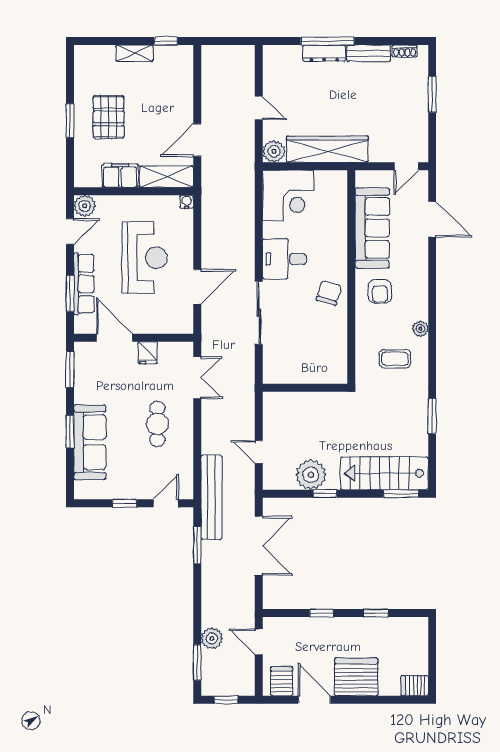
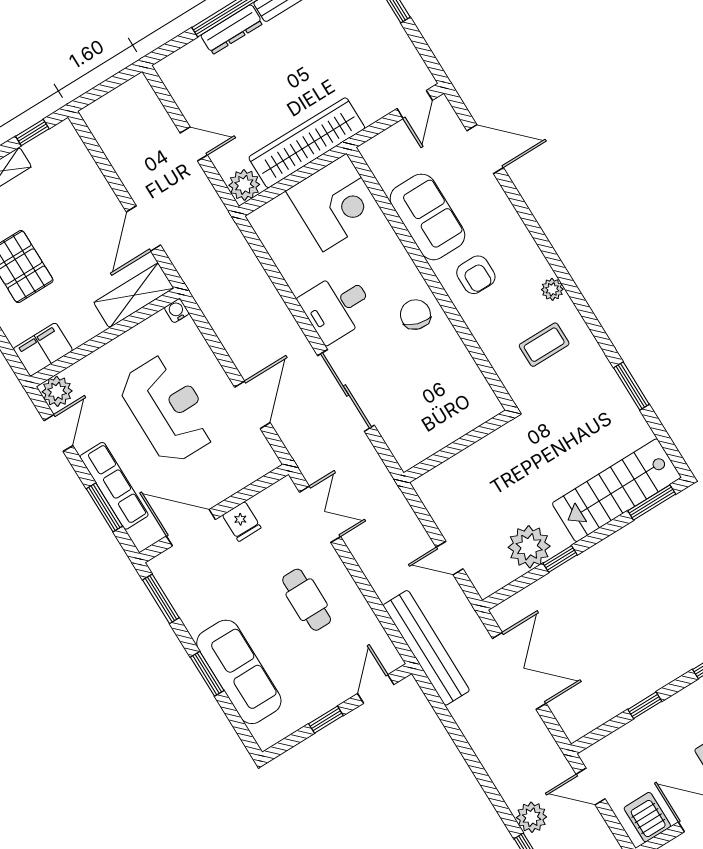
filing cabinet: (120, 176) -> (43, 350), moved
corner desk: (288, 196) -> (335, 202), moved
sofa: (372, 228) -> (427, 217), width x0.73
window: (197, 545) -> (445, 716), removed

